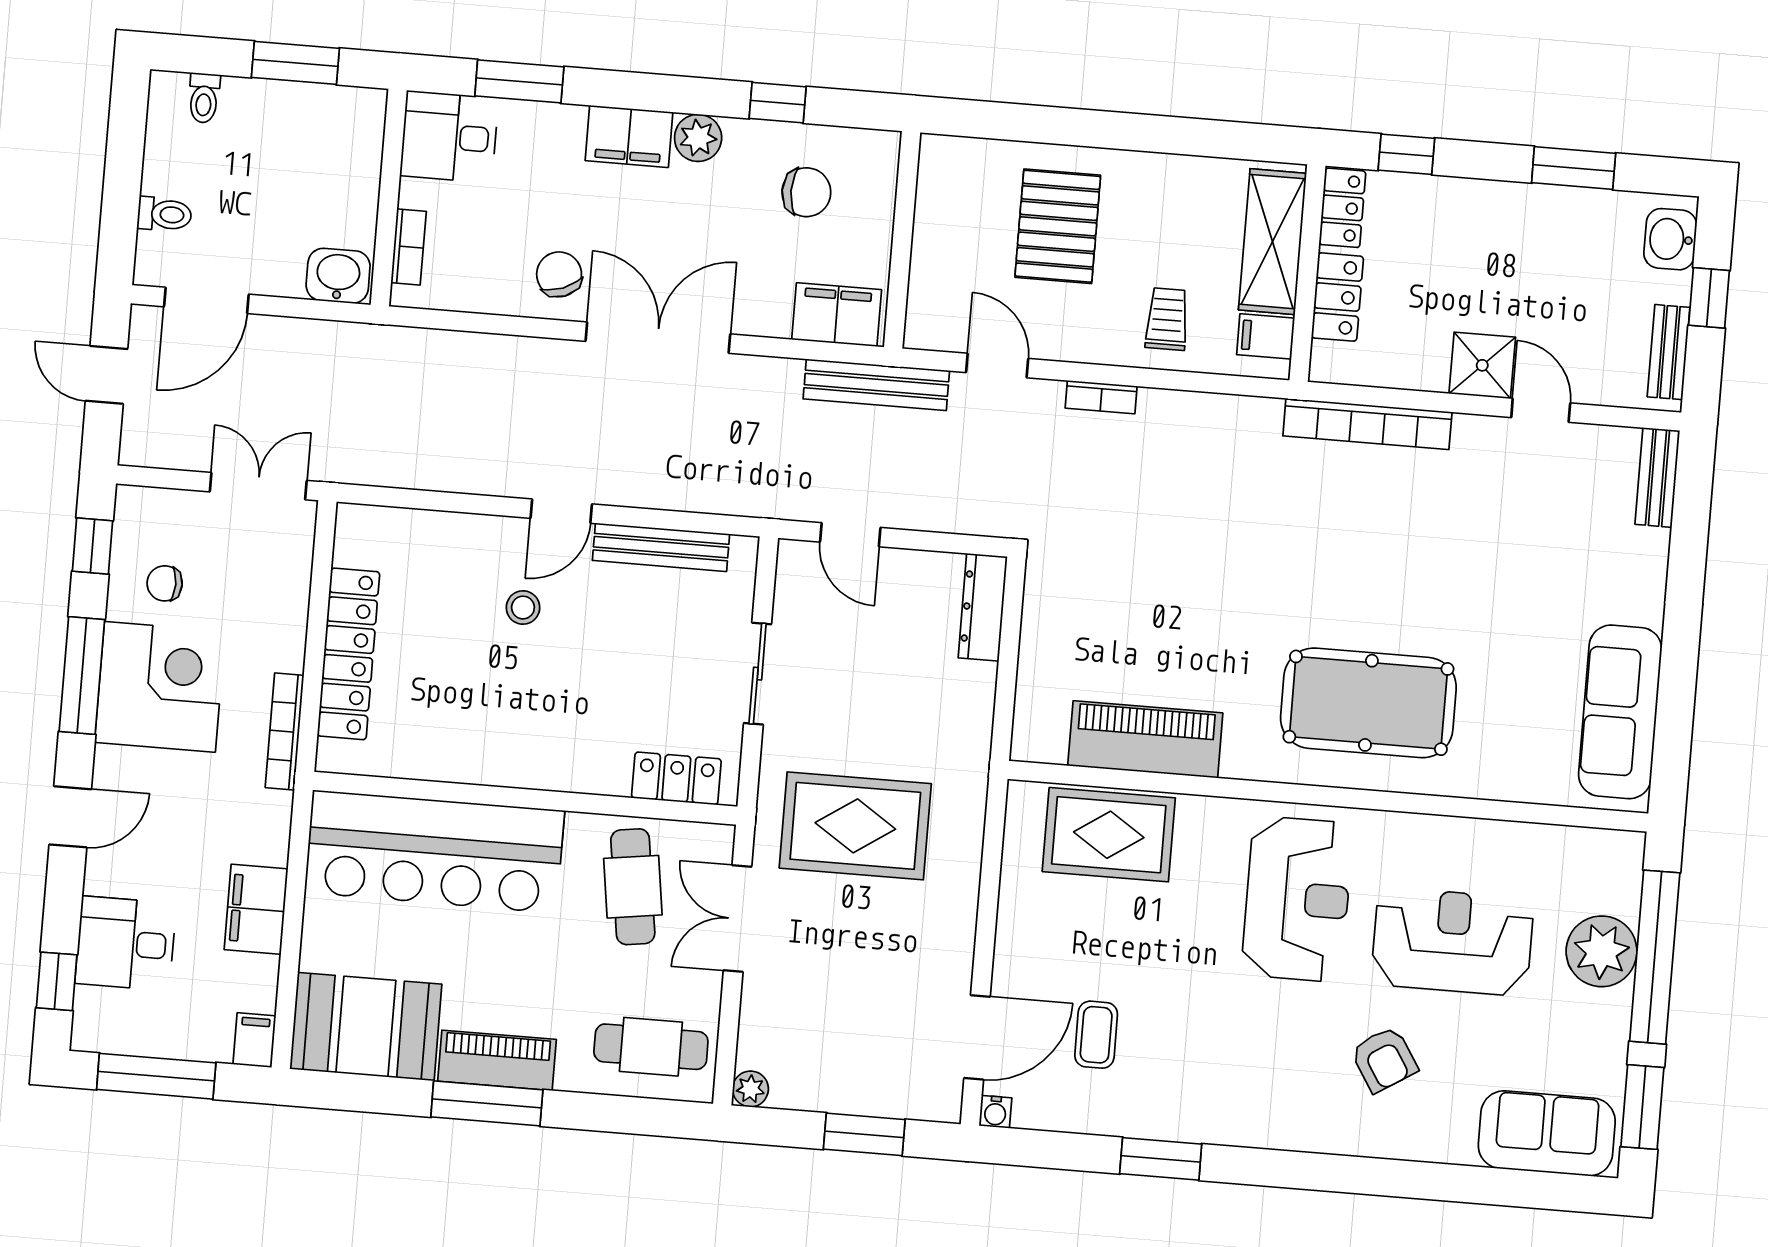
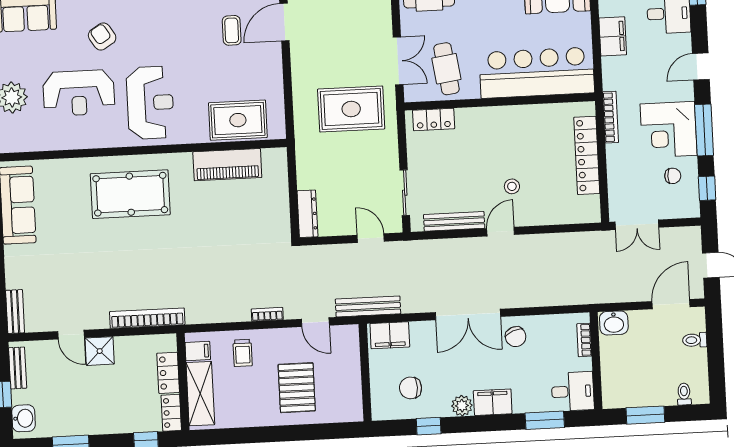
sliding door: (758, 674) -> (405, 193), moved
reception desk: (1297, 899) -> (150, 103), turned 180

